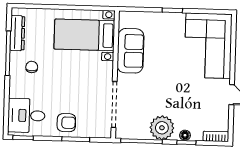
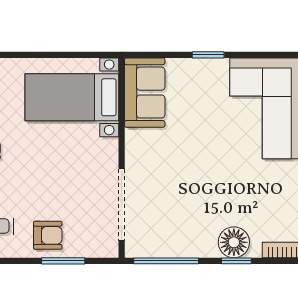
sofa: (131, 51) -> (145, 93), moved
plant: (162, 128) -> (197, 239), removed
floor lamp: (185, 135) -> (234, 242), width x1.89, depth x1.89

